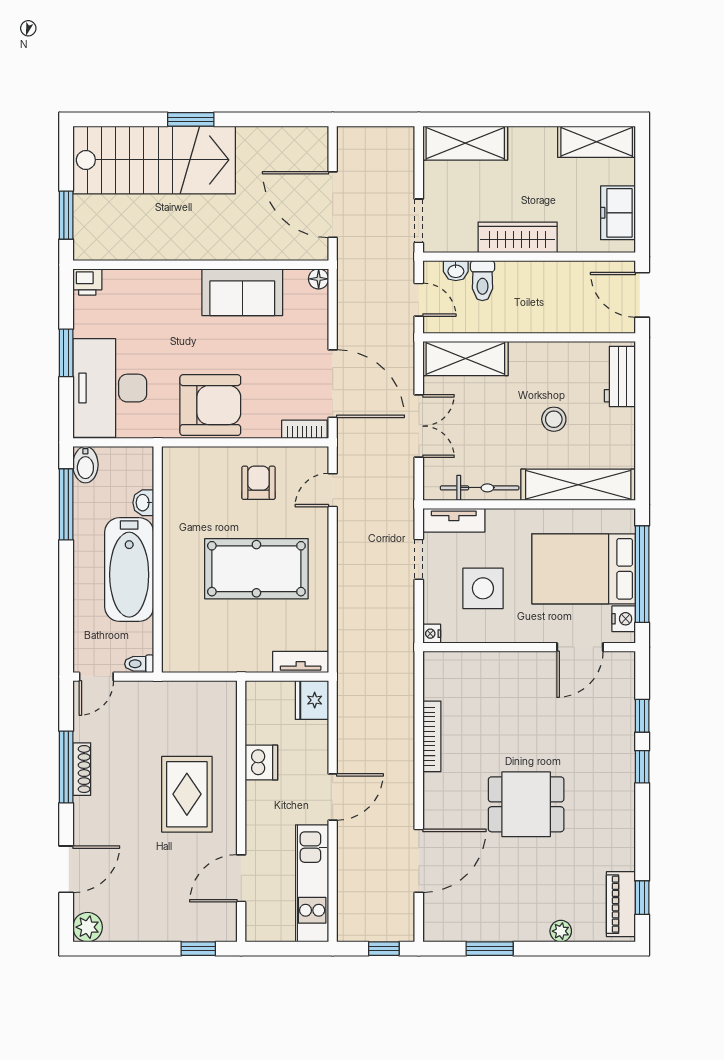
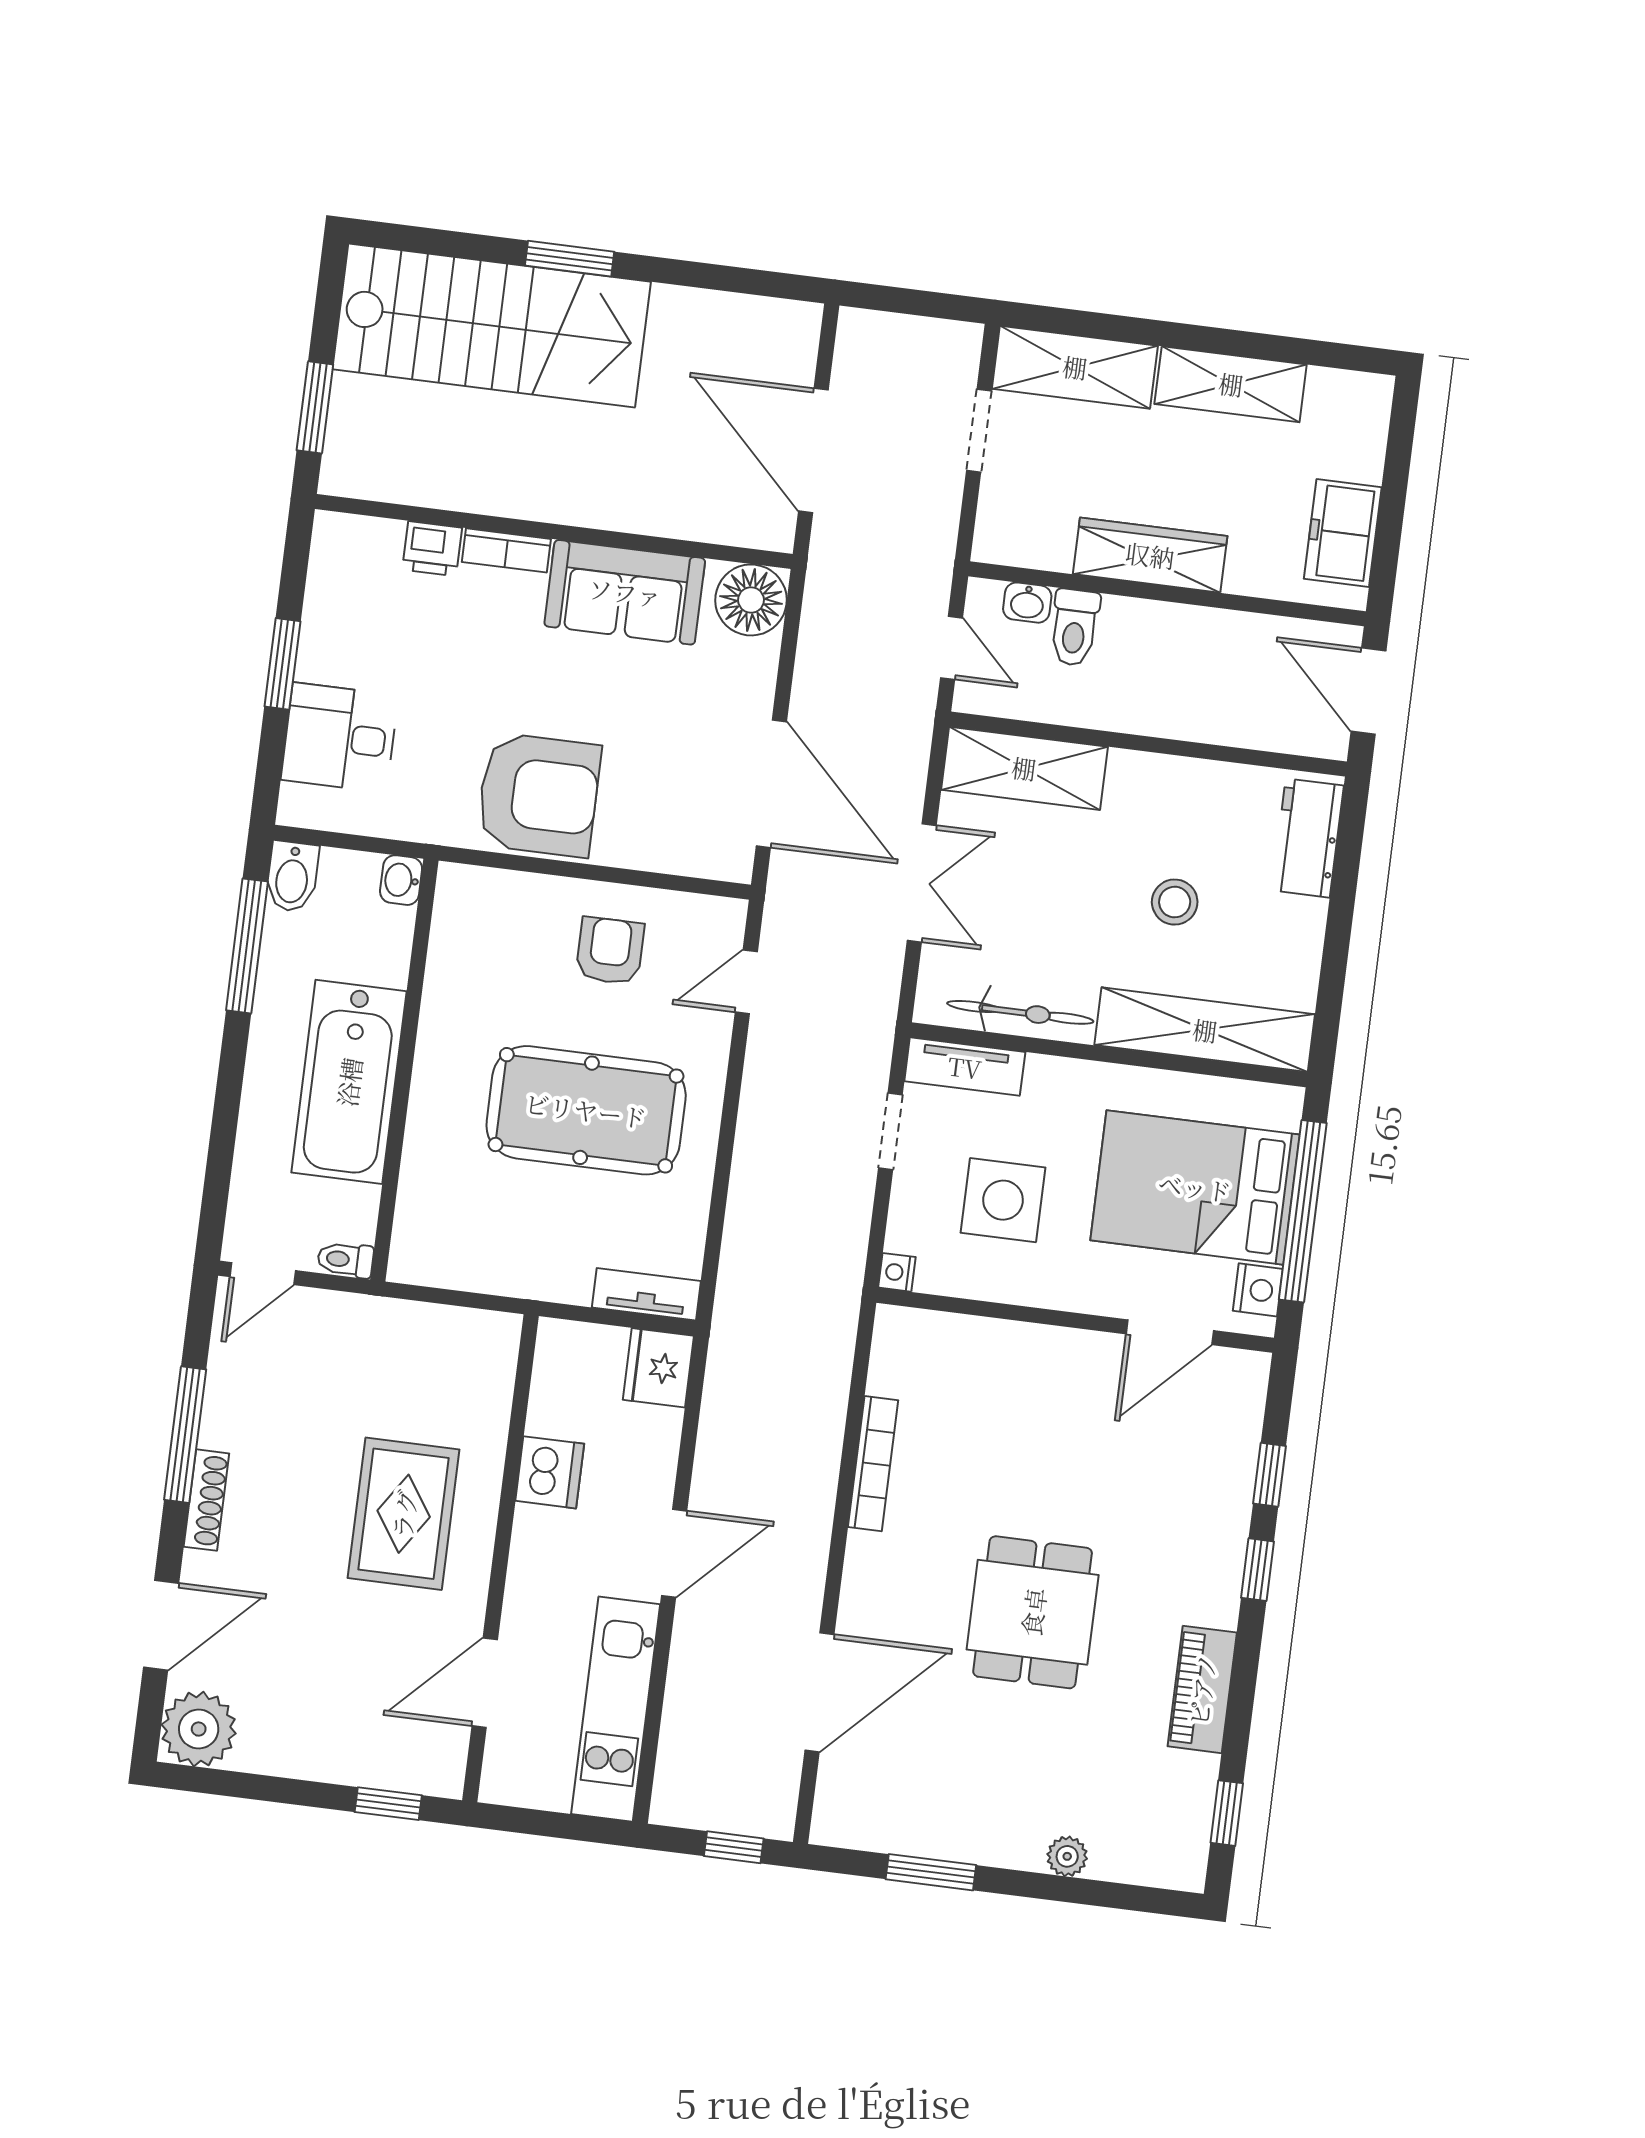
shelving: (597, 142) -> (1231, 384), moved
doorway: (419, 221) -> (979, 431), moved
floor lamp: (319, 279) -> (751, 600), width x1.89, depth x1.89
printer: (87, 282) -> (432, 549), moved
desk: (110, 388) -> (340, 738), width x0.53, depth x0.77
bookcase: (304, 429) -> (506, 550), moved, turned 180
washbasin: (143, 503) -> (401, 880), moved
shoe rack: (82, 769) -> (206, 1500), moved
dining table: (526, 804) -> (1033, 1612), turned 90
piano: (621, 904) -> (1202, 1689), moved
plant: (88, 927) -> (199, 1729), width x1.36, depth x1.36

